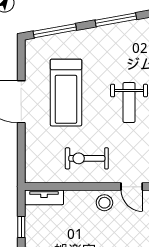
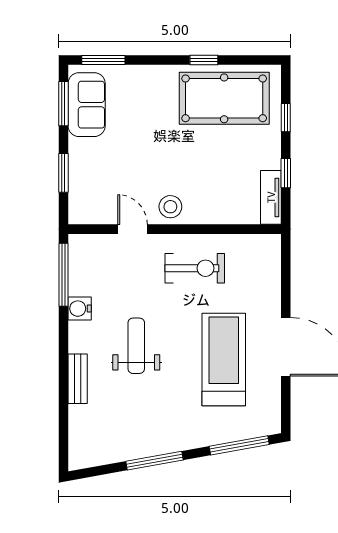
tv unit: (44, 197) -> (271, 197), moved, turned -90

